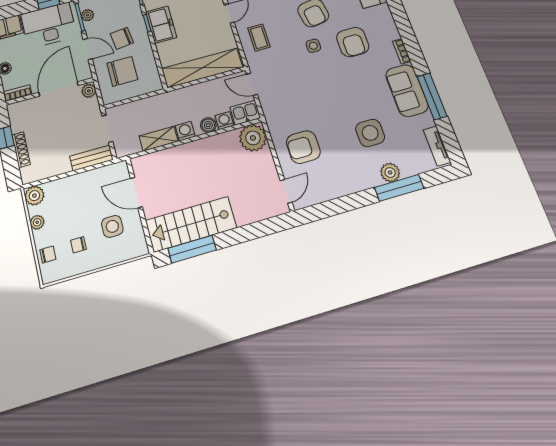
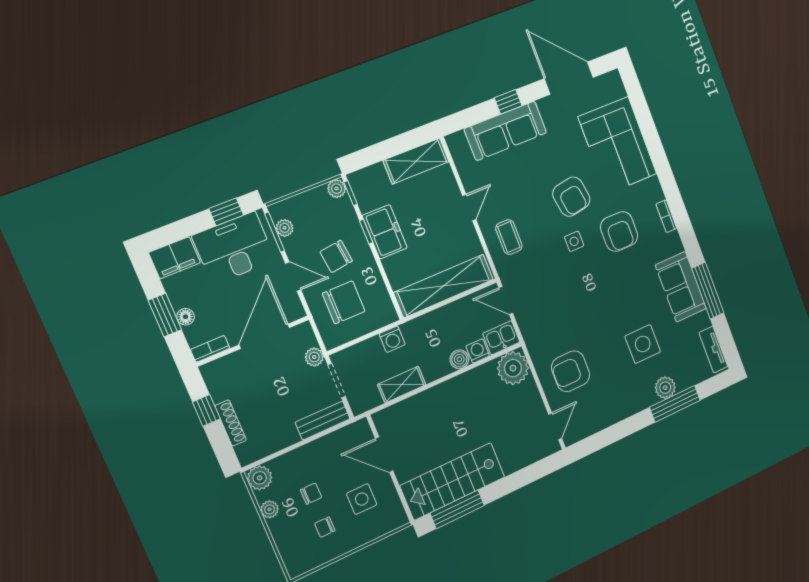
bookcase: (402, 51) -> (666, 216), moved
plant: (89, 91) -> (314, 357), moved
washing machine: (185, 131) -> (392, 339), moved, turned 180
chair: (48, 254) -> (311, 494), moved

